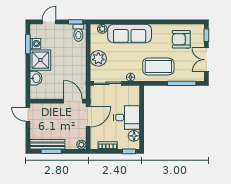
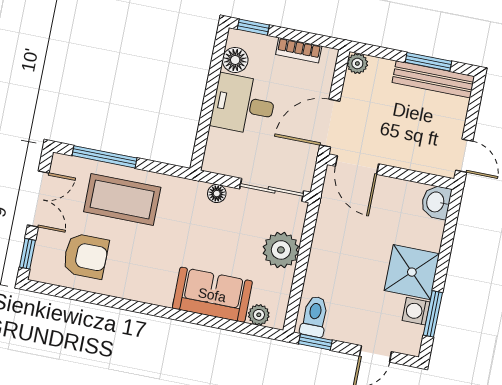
sofa: (130, 33) -> (212, 295), width x0.73
coffee table: (158, 67) -> (122, 199), moved
washbasin: (36, 78) -> (436, 202), moved

